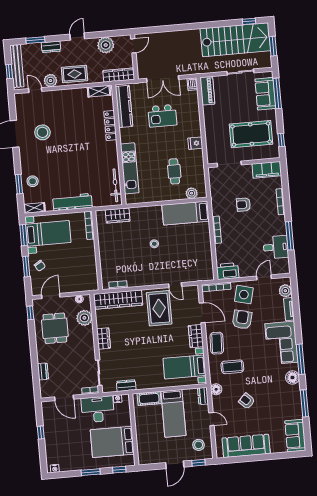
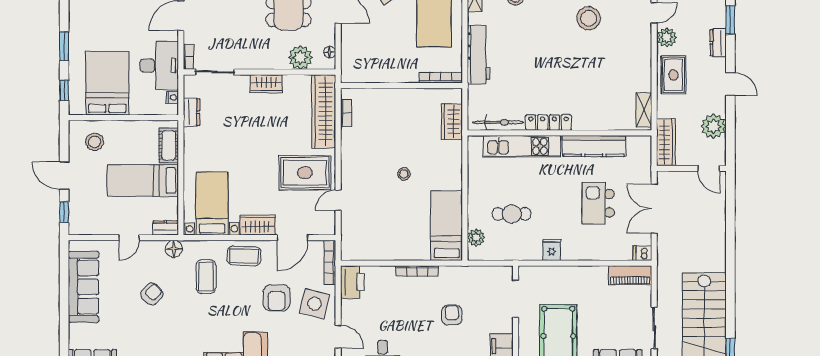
kitchen counter: (124, 106) -> (594, 146), moved
locker: (110, 125) -> (548, 123), moved
armchair: (242, 320) -> (277, 298), turned 76
stool: (199, 445) -> (95, 142), moved

